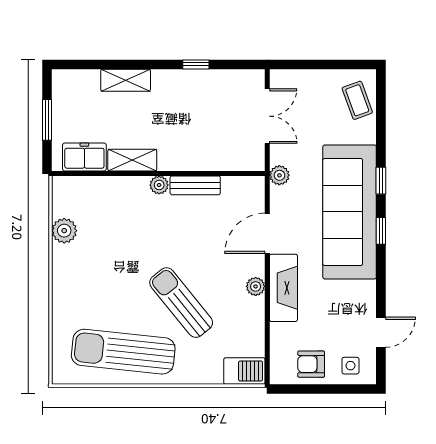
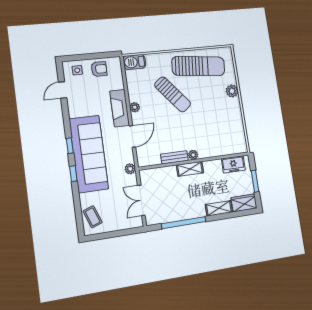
window: (196, 64) -> (184, 223), width x3.17
wardrobe: (75, 83) -> (244, 203), added
shelving: (132, 160) -> (190, 169), moved
plant: (64, 231) -> (232, 91), moved

